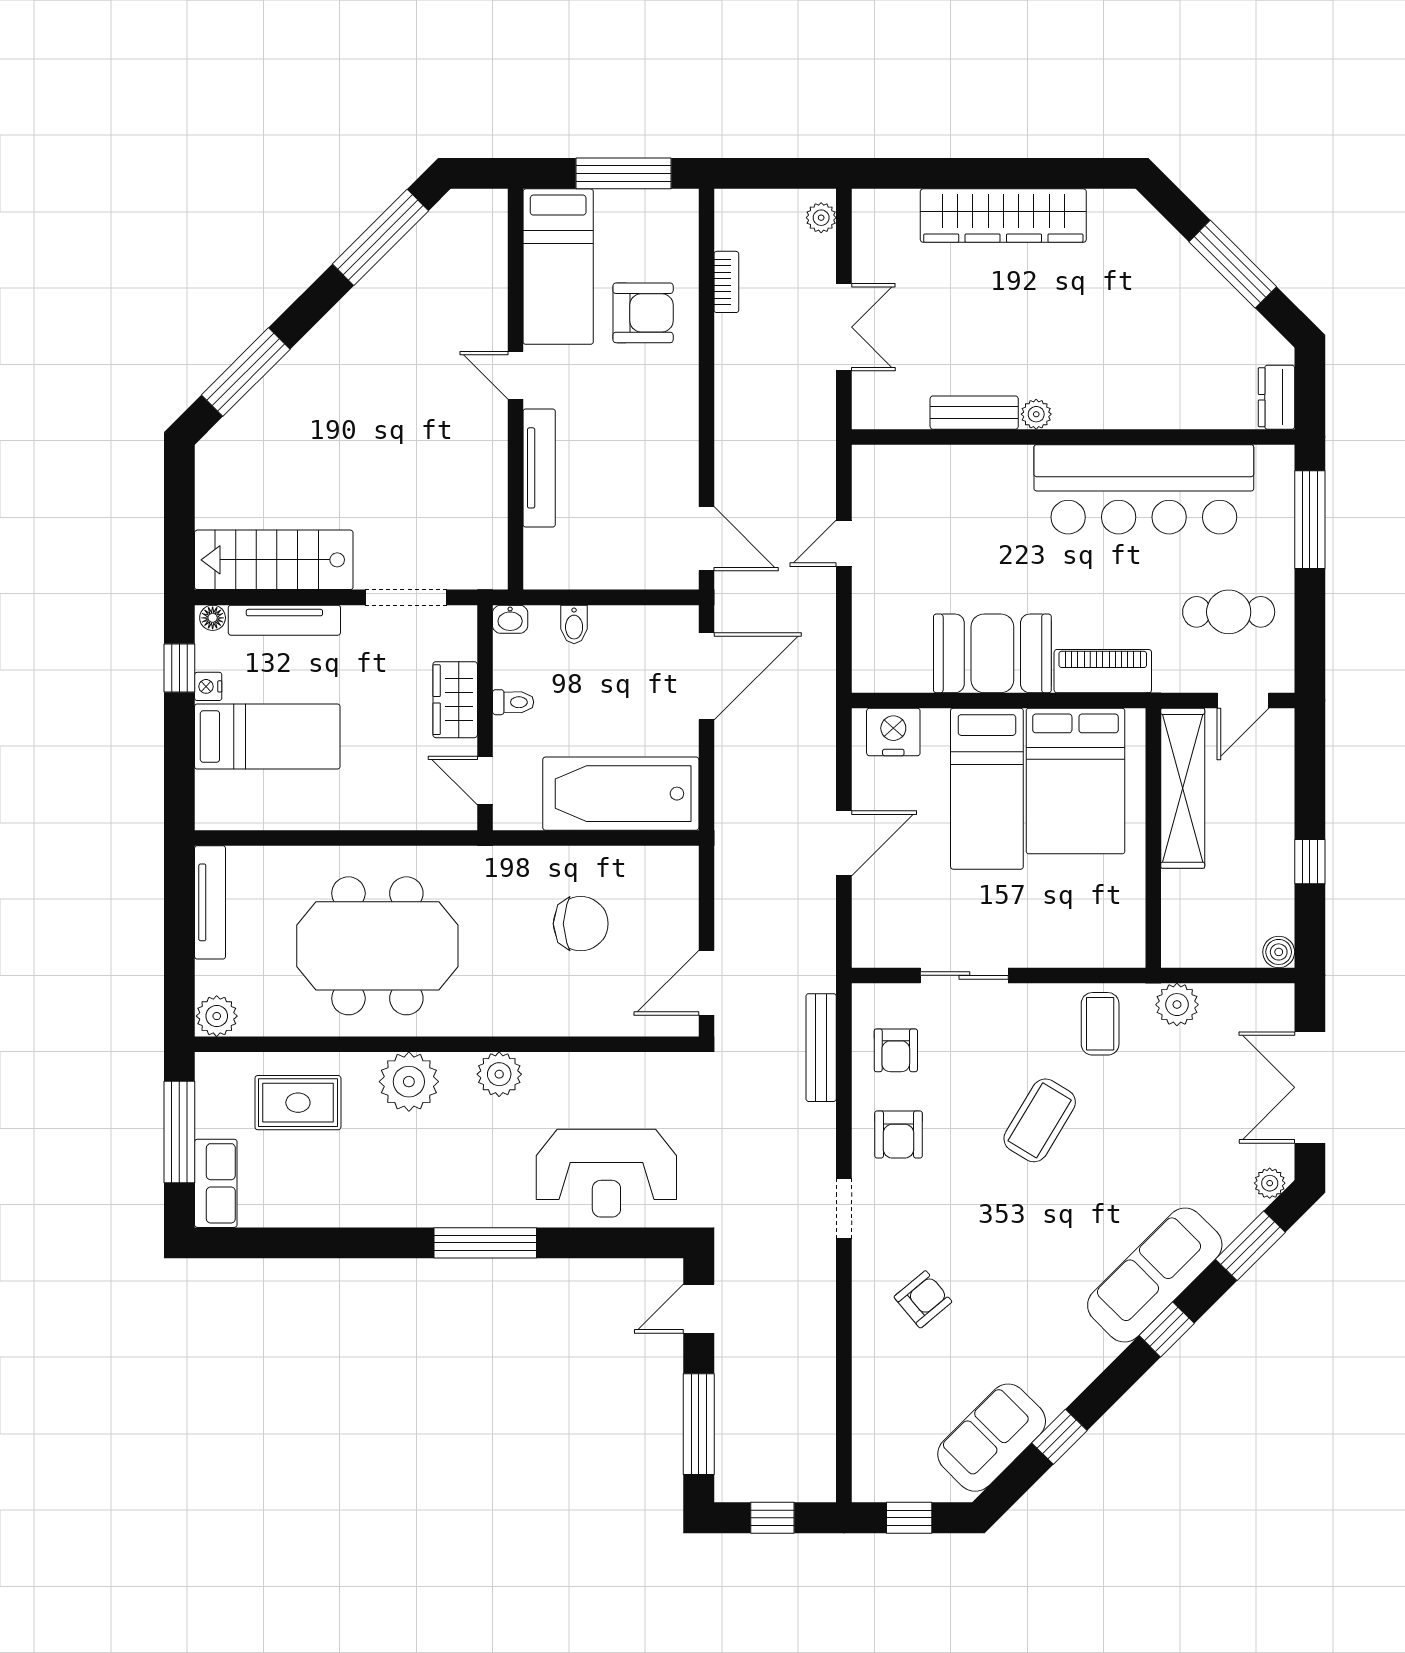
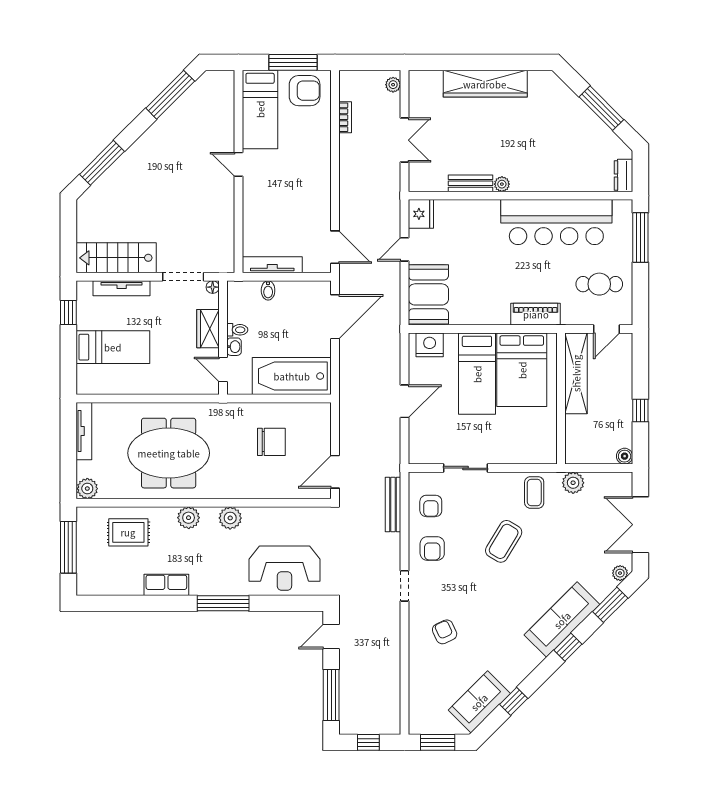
armchair: (643, 313) -> (305, 91), moved
tv unit: (539, 468) -> (272, 265), moved, turned -90
fridge: (876, 473) -> (421, 214), added
floor lamp: (213, 618) -> (213, 287), moved
washbasin: (510, 619) -> (234, 347), moved, turned -90
booth: (992, 653) -> (428, 294), moved, turned 90
nightstand: (208, 686) -> (83, 322), removed
plant: (409, 1082) -> (189, 518), width x0.73, depth x0.73
row of seats: (216, 1183) -> (166, 585), moved, turned -90
armchair: (923, 1299) -> (445, 632), turned -75
window: (909, 1518) -> (438, 742), width x1.50

